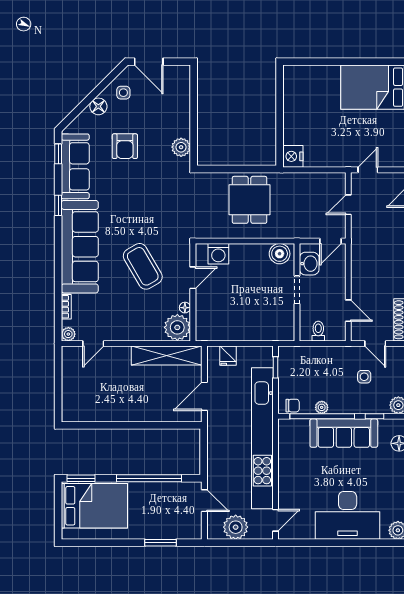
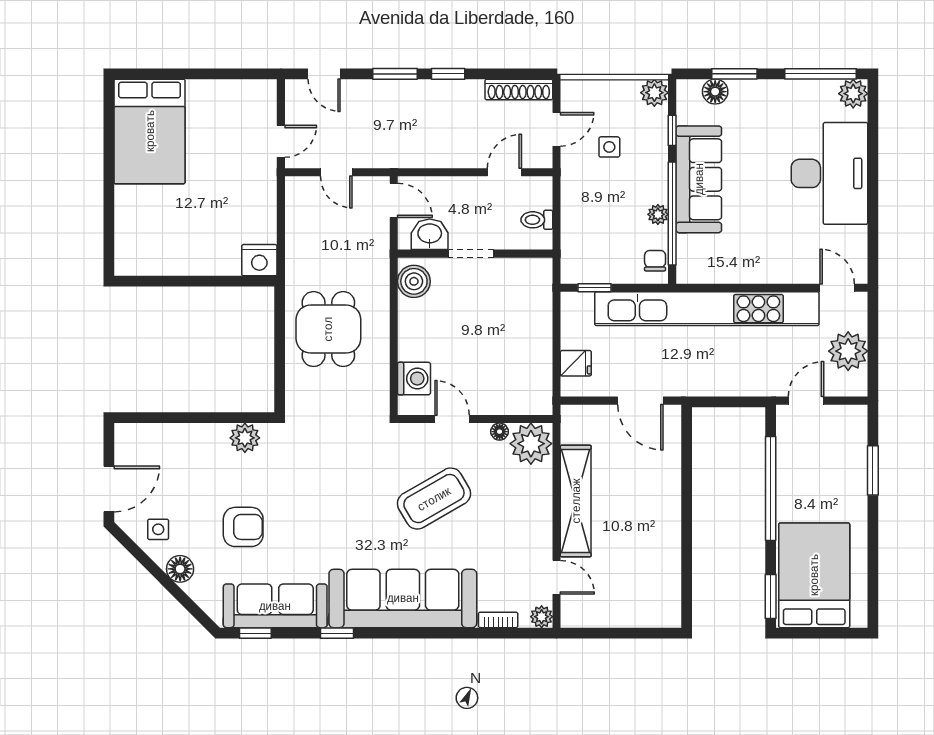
door: (368, 170) -> (281, 141), swing flipped
dining table: (249, 200) -> (328, 329), turned 90
shelving: (167, 356) -> (576, 501), moved

